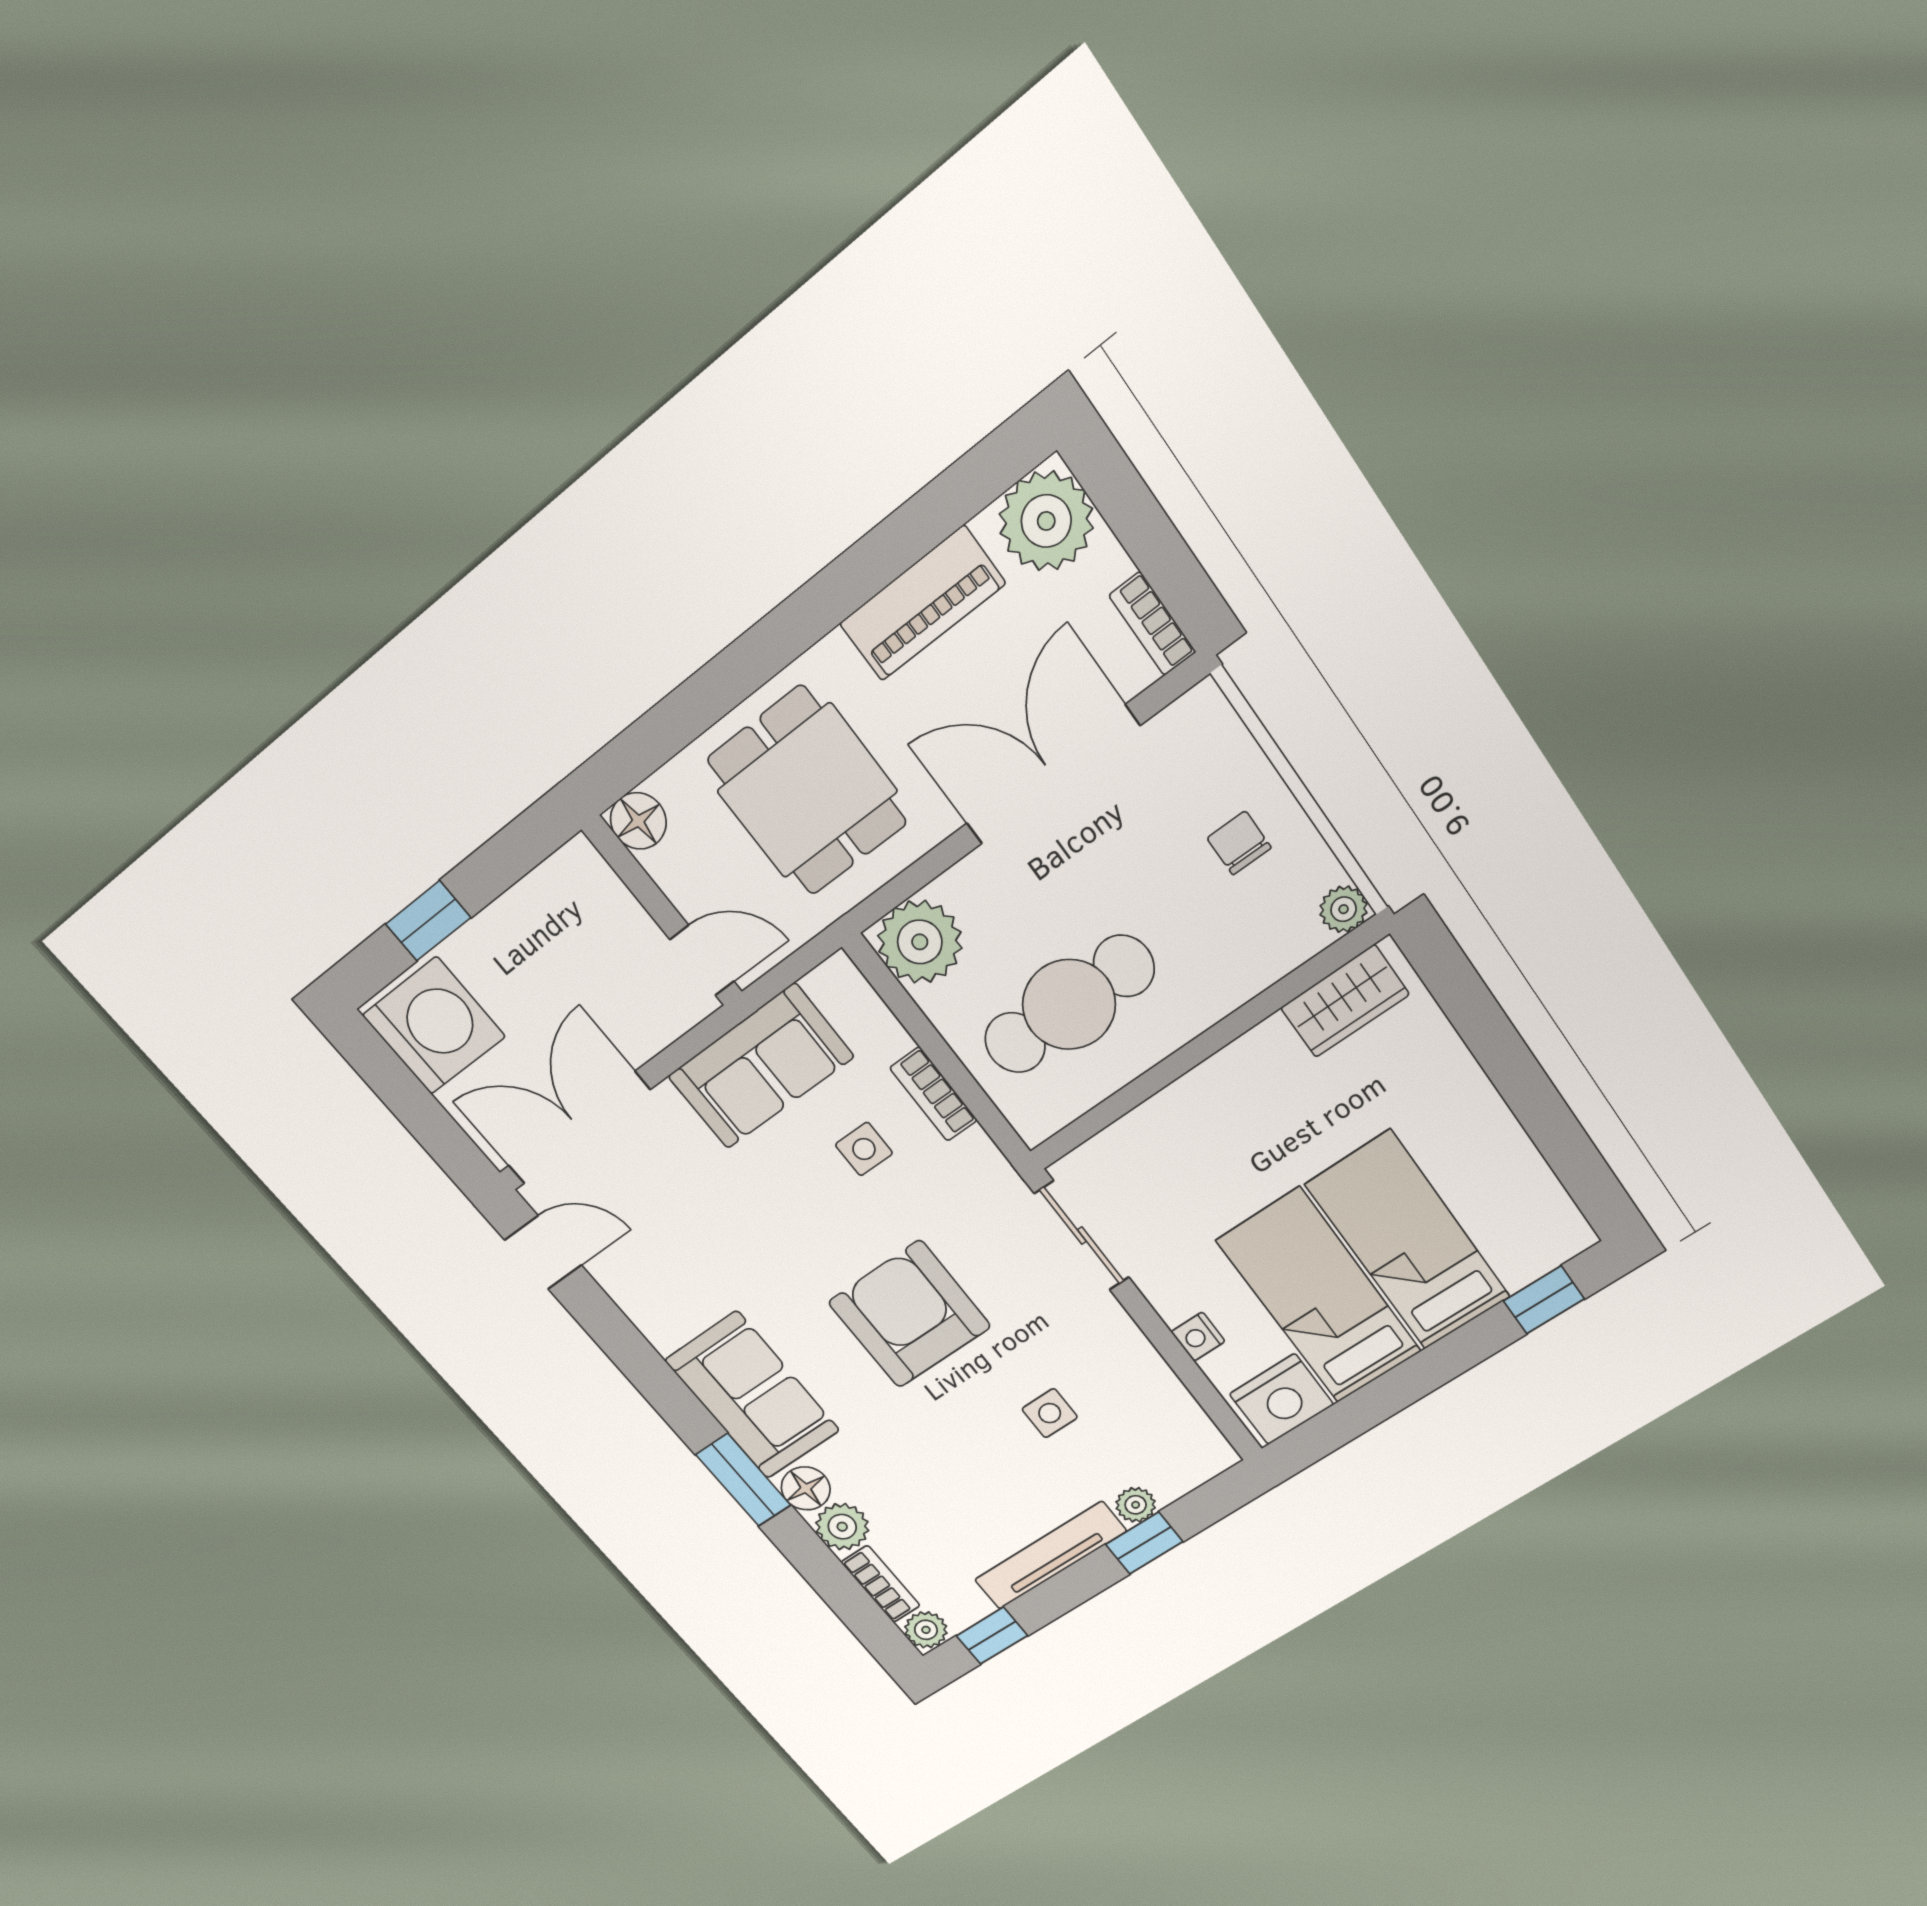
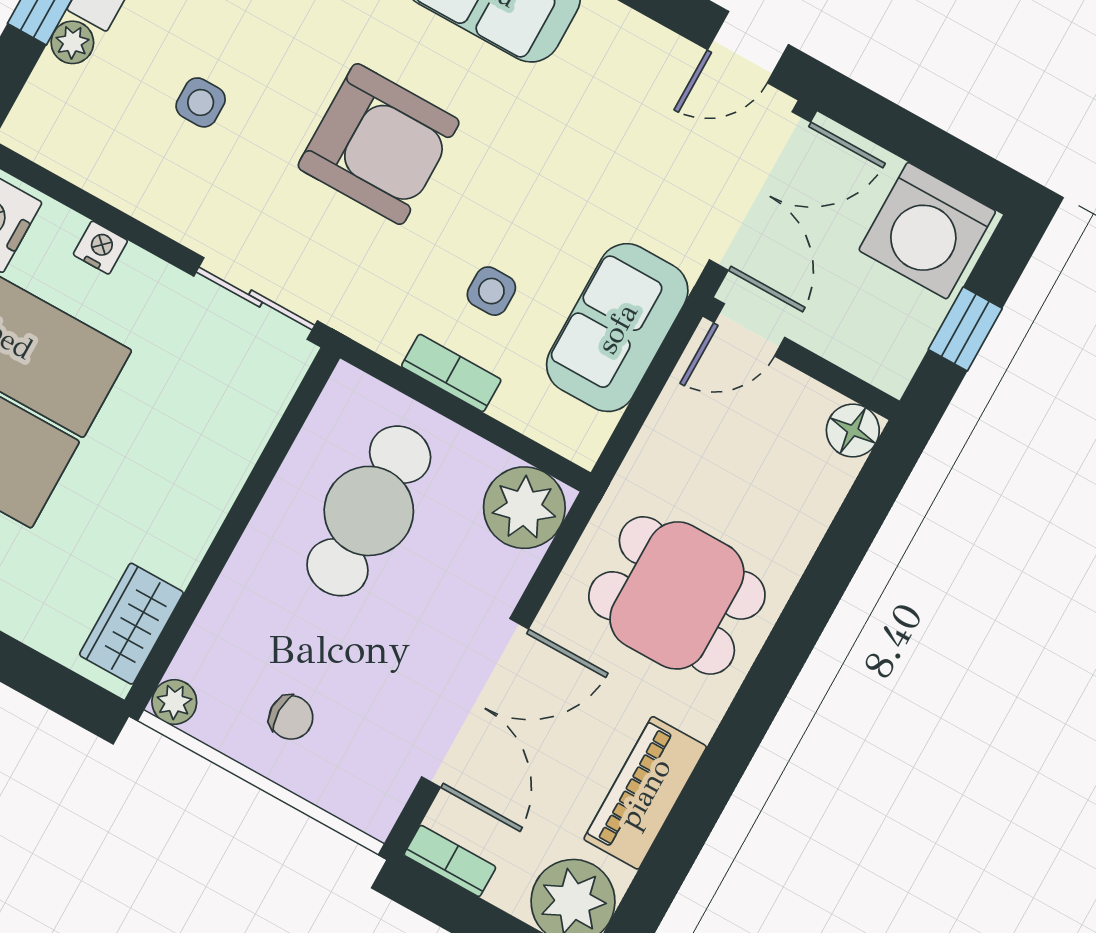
floor lamp: (638, 821) -> (853, 430), moved
wall: (663, 912) -> (801, 359), moved
door: (702, 960) -> (749, 330), moved

